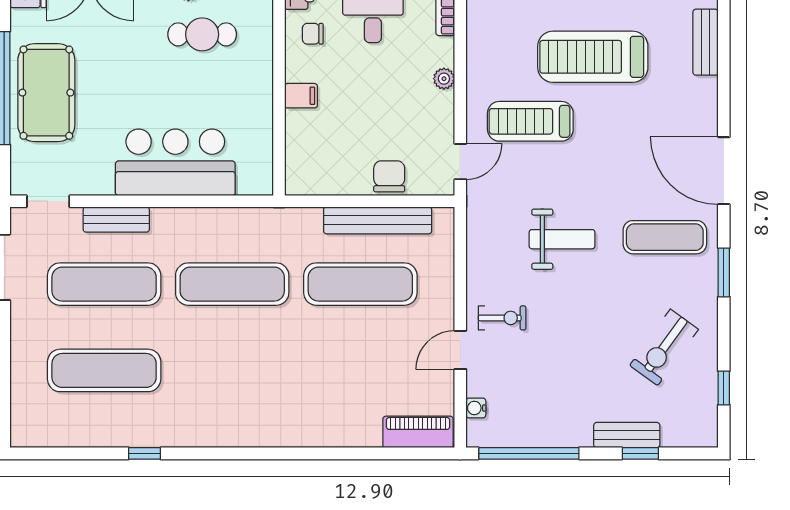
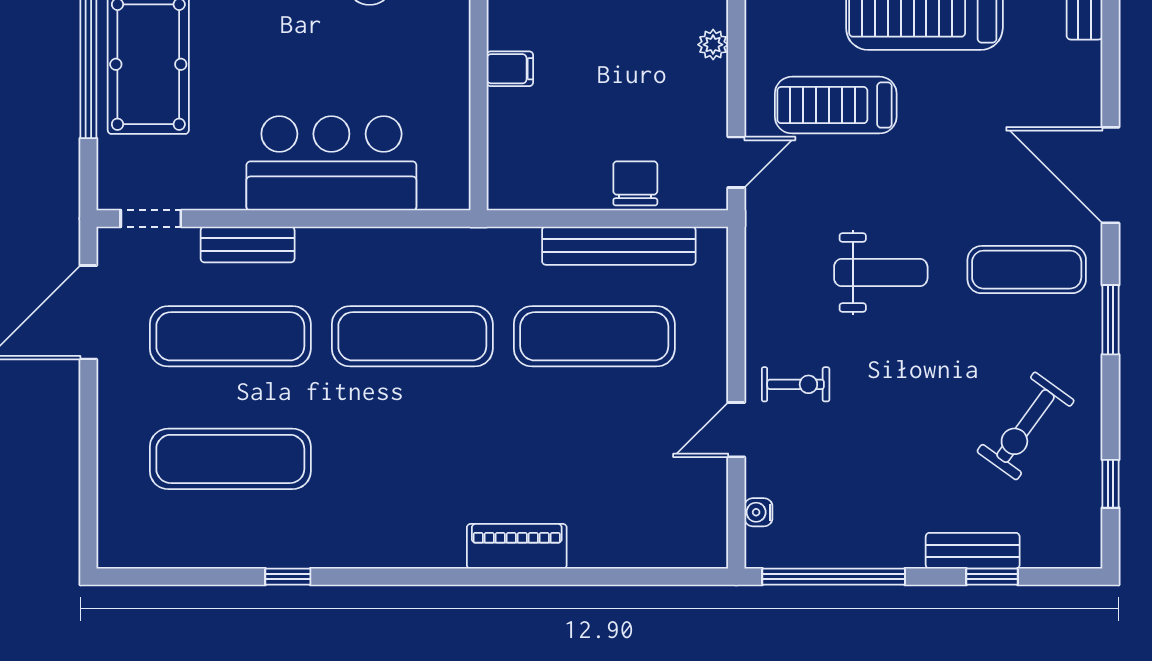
piano: (418, 432) -> (517, 546), moved

